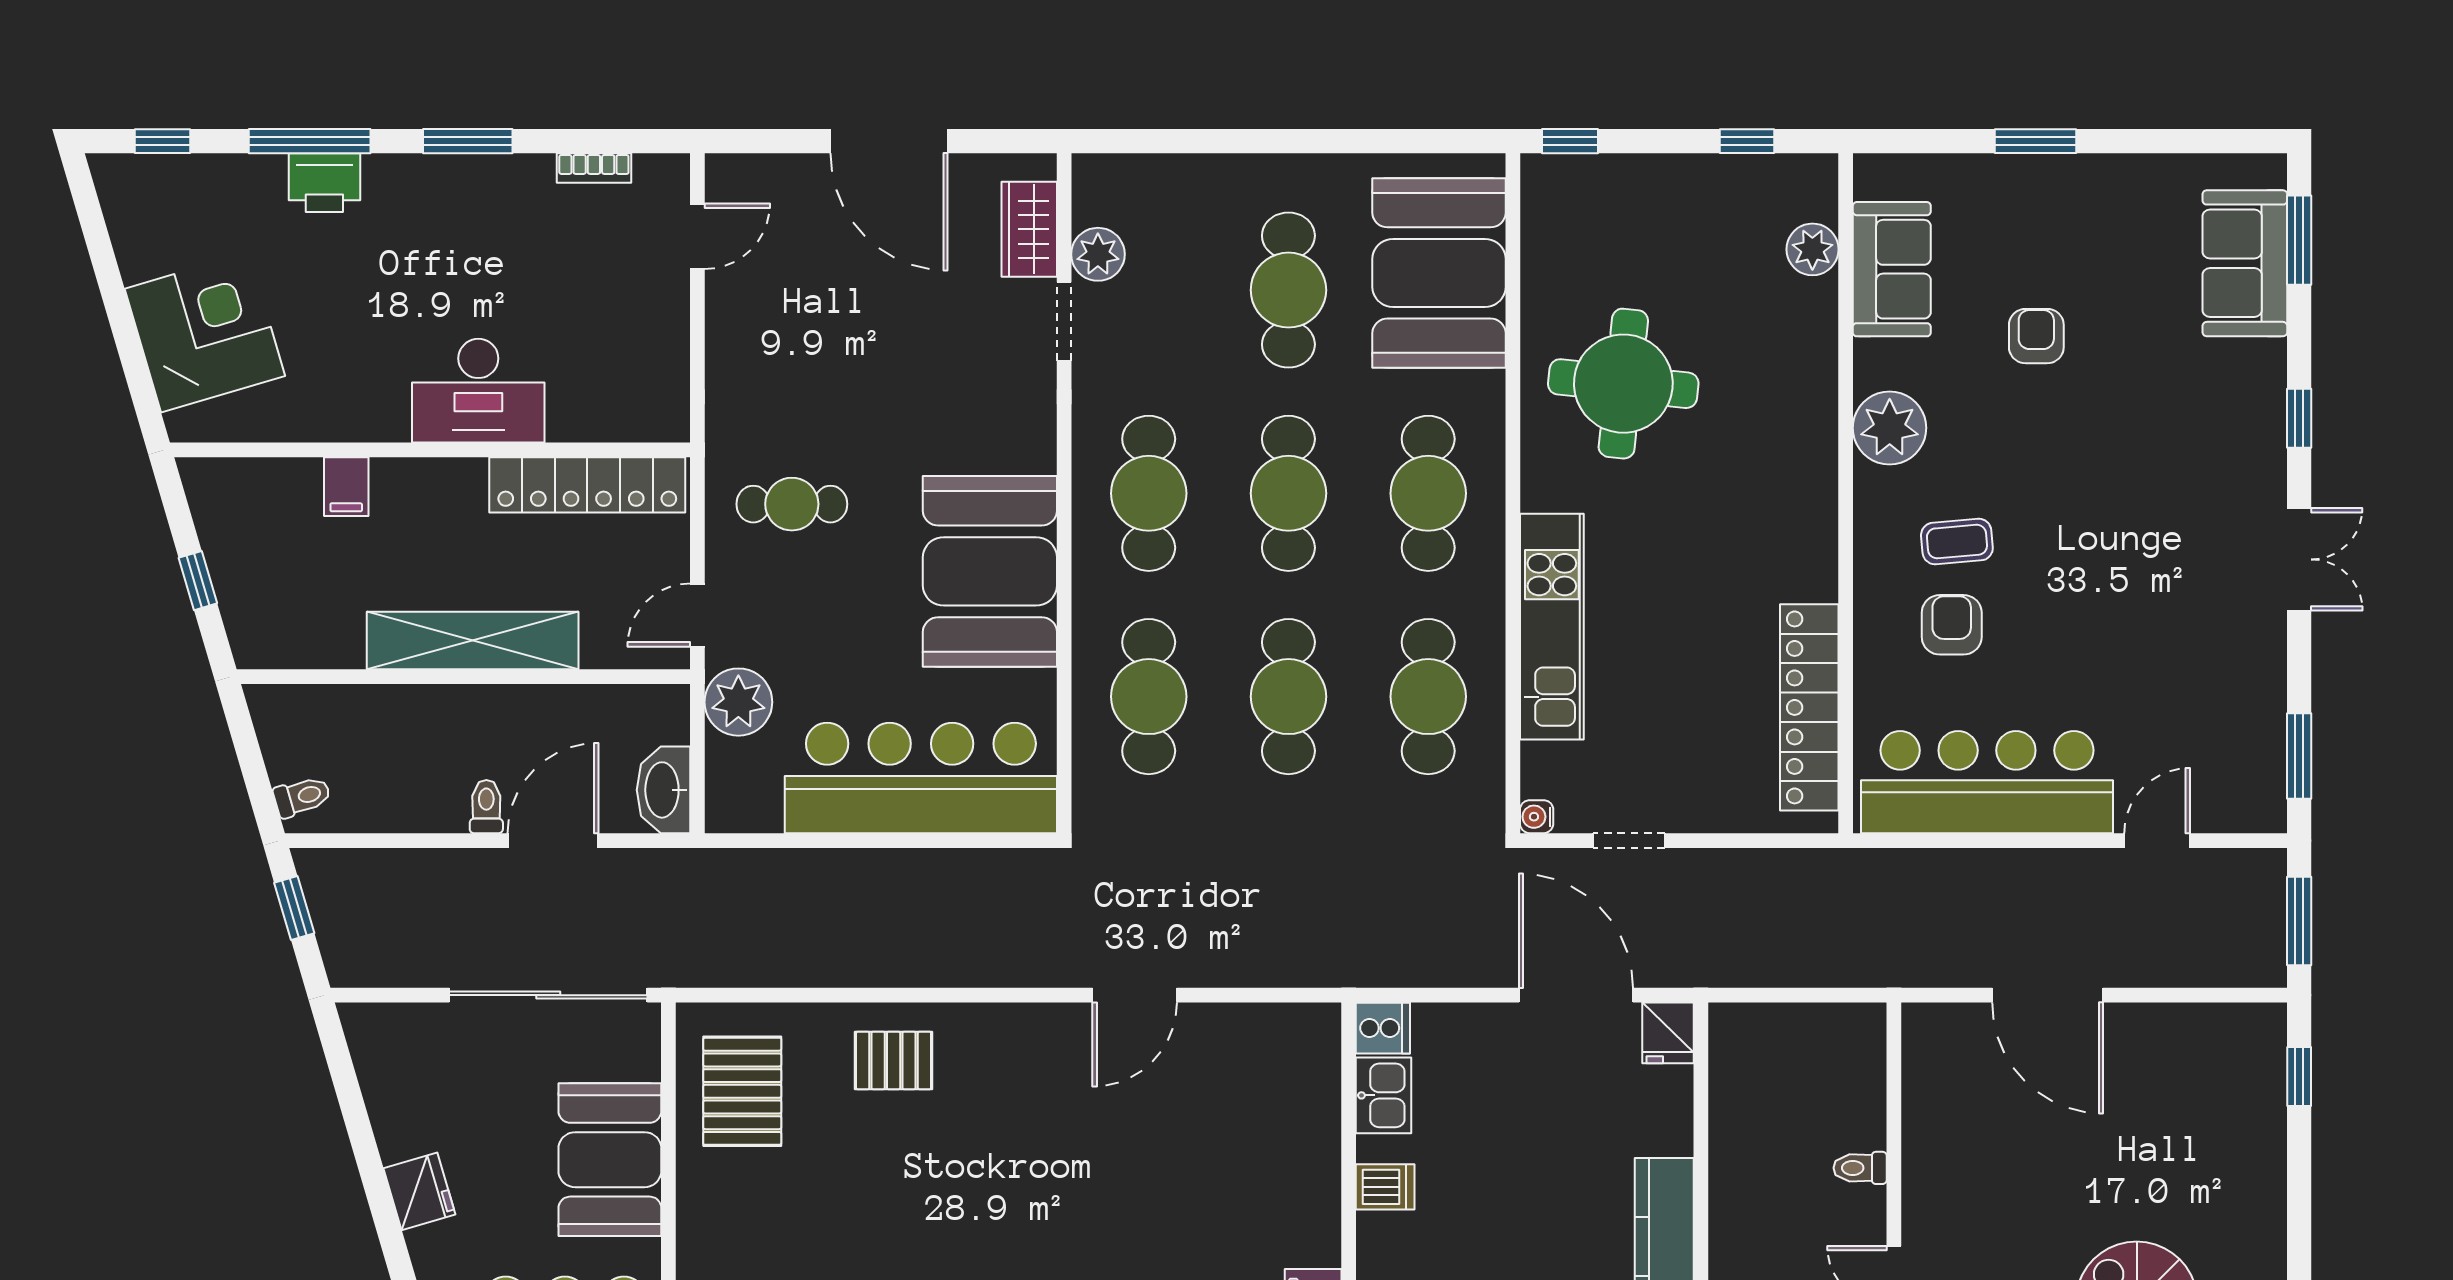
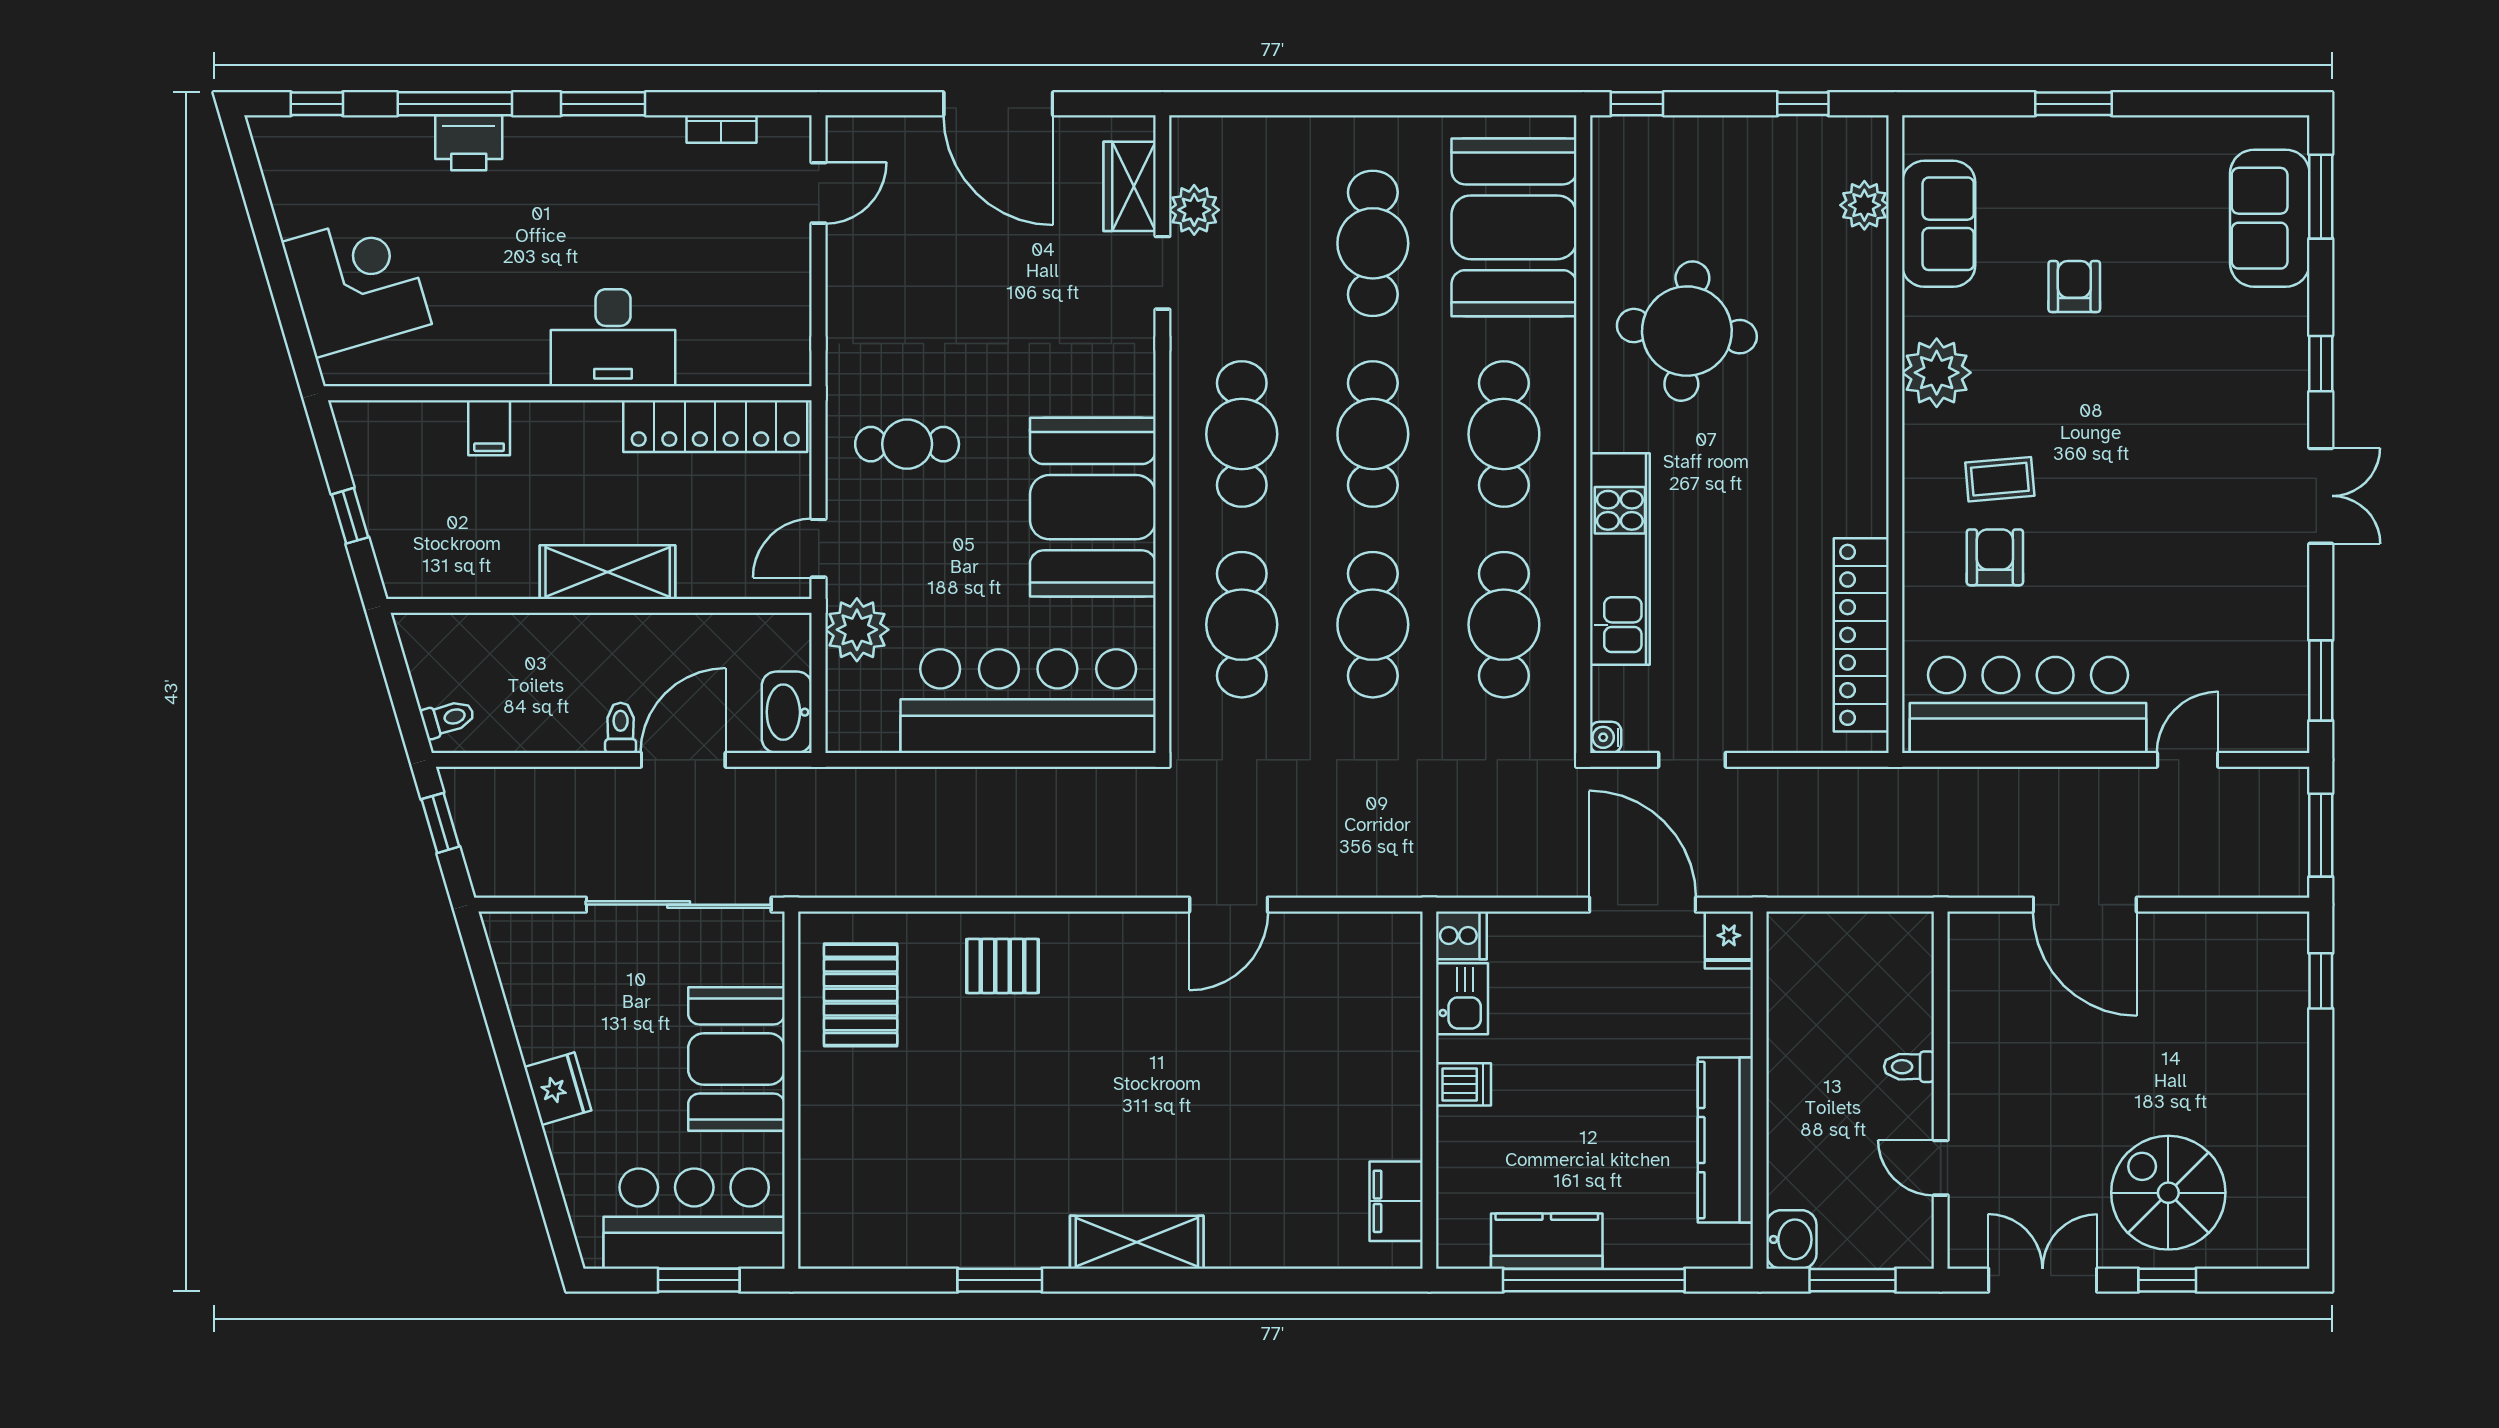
shelving: (473, 641) -> (608, 572), width x0.68

